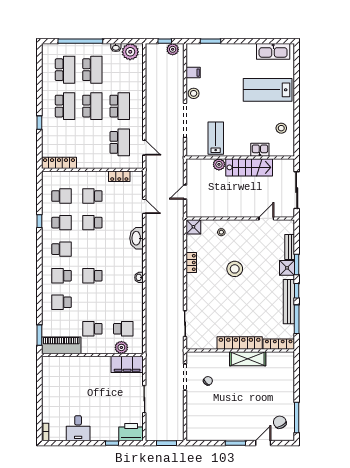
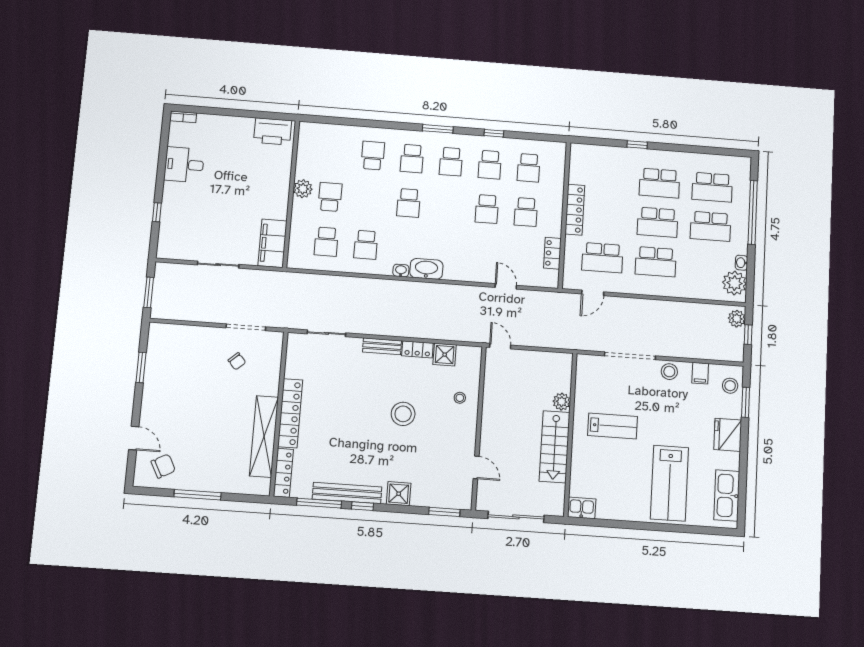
plant: (173, 49) -> (737, 319), moved
fridge: (233, 52) -> (728, 435), added
lab bench: (268, 90) -> (670, 483), turned 180
stool: (281, 128) -> (730, 386), moved
lab bench: (216, 138) -> (613, 426), moved
kitchen sink: (260, 150) -> (582, 508), moved, turned -90
locker: (59, 163) -> (575, 210), moved
door: (185, 192) -> (500, 346), moved
school desk: (92, 196) -> (526, 212), turned 180
door: (144, 206) -> (506, 286), swing flipped
school desk: (92, 223) -> (487, 209), turned 180
shower: (193, 227) -> (445, 355), moved
washbasin: (137, 238) -> (426, 269), moved
bench: (290, 247) -> (382, 346), moved
window: (297, 265) -> (444, 512), moved
school desk: (62, 276) -> (412, 159), turned 180
school desk: (92, 276) -> (409, 203), turned 180
school desk: (123, 302) -> (366, 245), added
window: (39, 335) -> (438, 129), moved
piano: (61, 345) -> (309, 150), removed
plant: (121, 347) -> (303, 189), moved
shelving: (248, 359) -> (264, 437), width x1.47
window: (297, 418) -> (197, 495), moved
printer: (131, 432) -> (273, 131), moved, turned 90
window: (235, 443) -> (141, 367), moved

